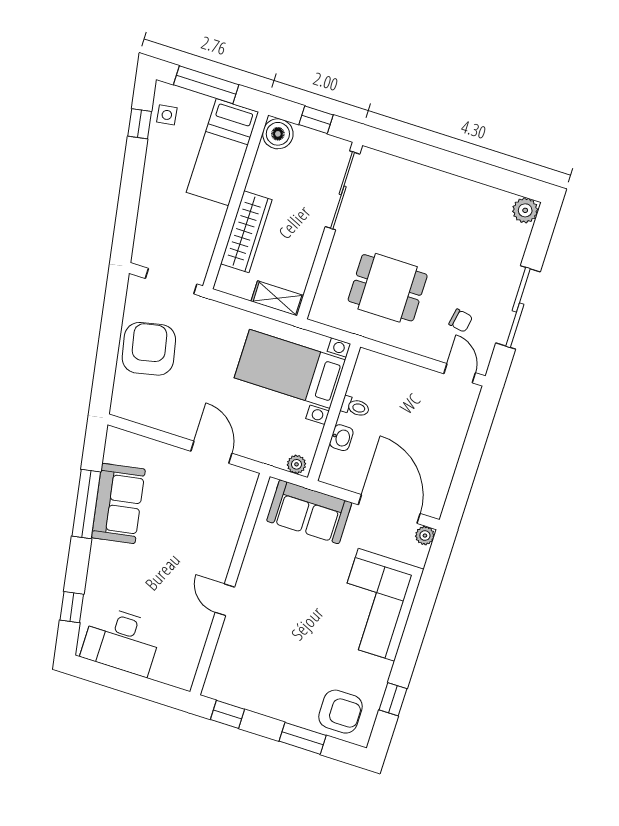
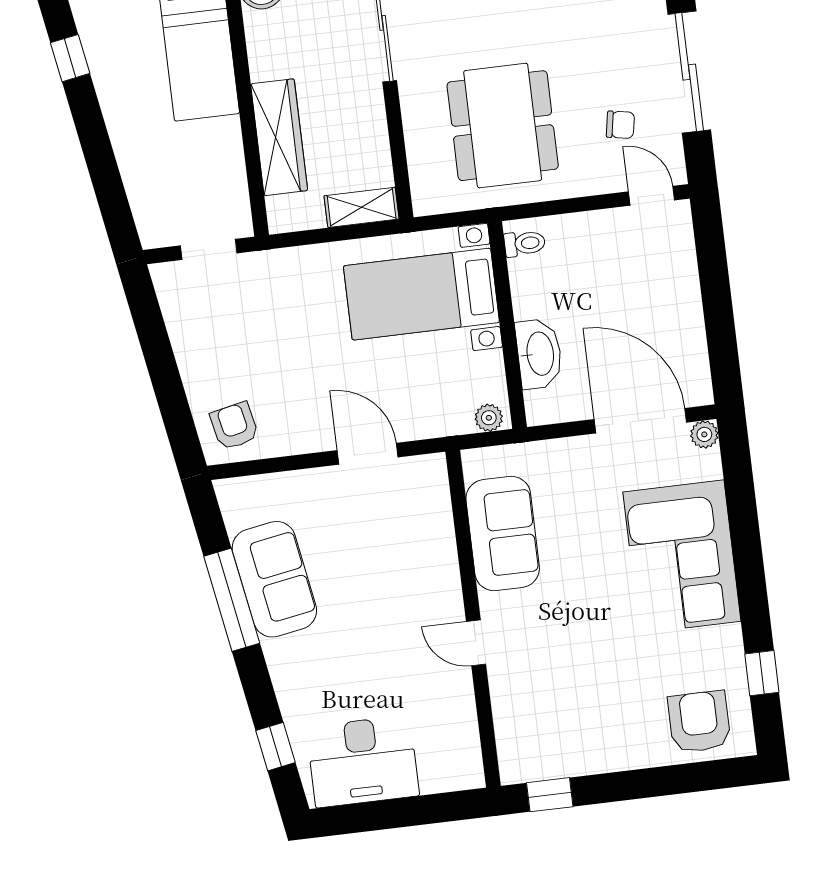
side table: (167, 115) -> (101, 30), removed
doorway: (171, 281) -> (209, 249), width x0.73
dining table: (388, 288) -> (503, 126), width x1.38
armchair: (149, 349) -> (234, 426), moved, width x0.53, depth x0.53
toilet: (355, 407) -> (525, 243), moved
washbasin: (341, 438) -> (539, 354), width x1.91, depth x1.45
sofa: (309, 512) -> (503, 534), moved, turned -90
armchair: (341, 712) -> (699, 722), turned -90
window: (303, 738) -> (665, 781), removed

